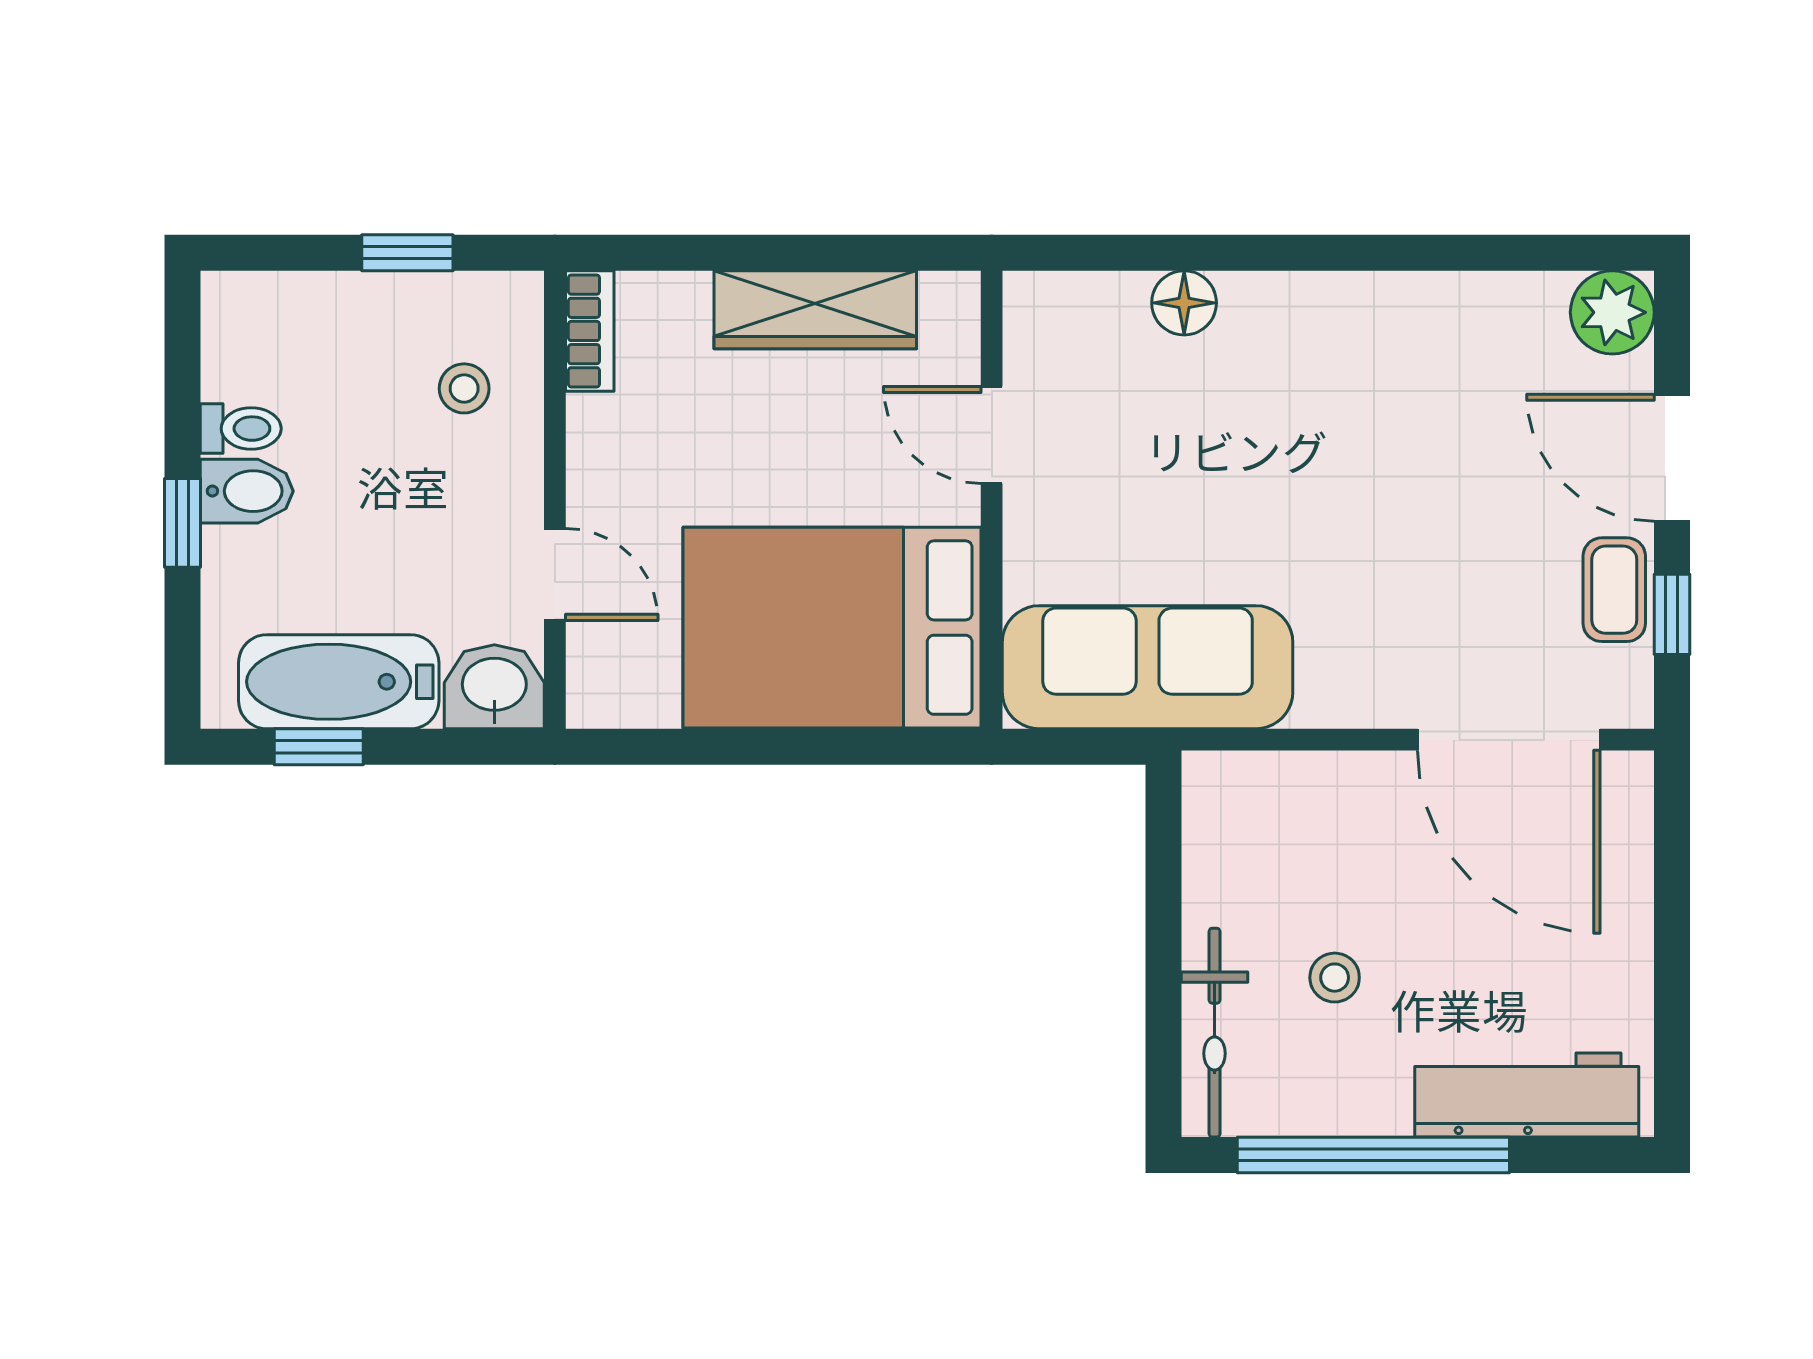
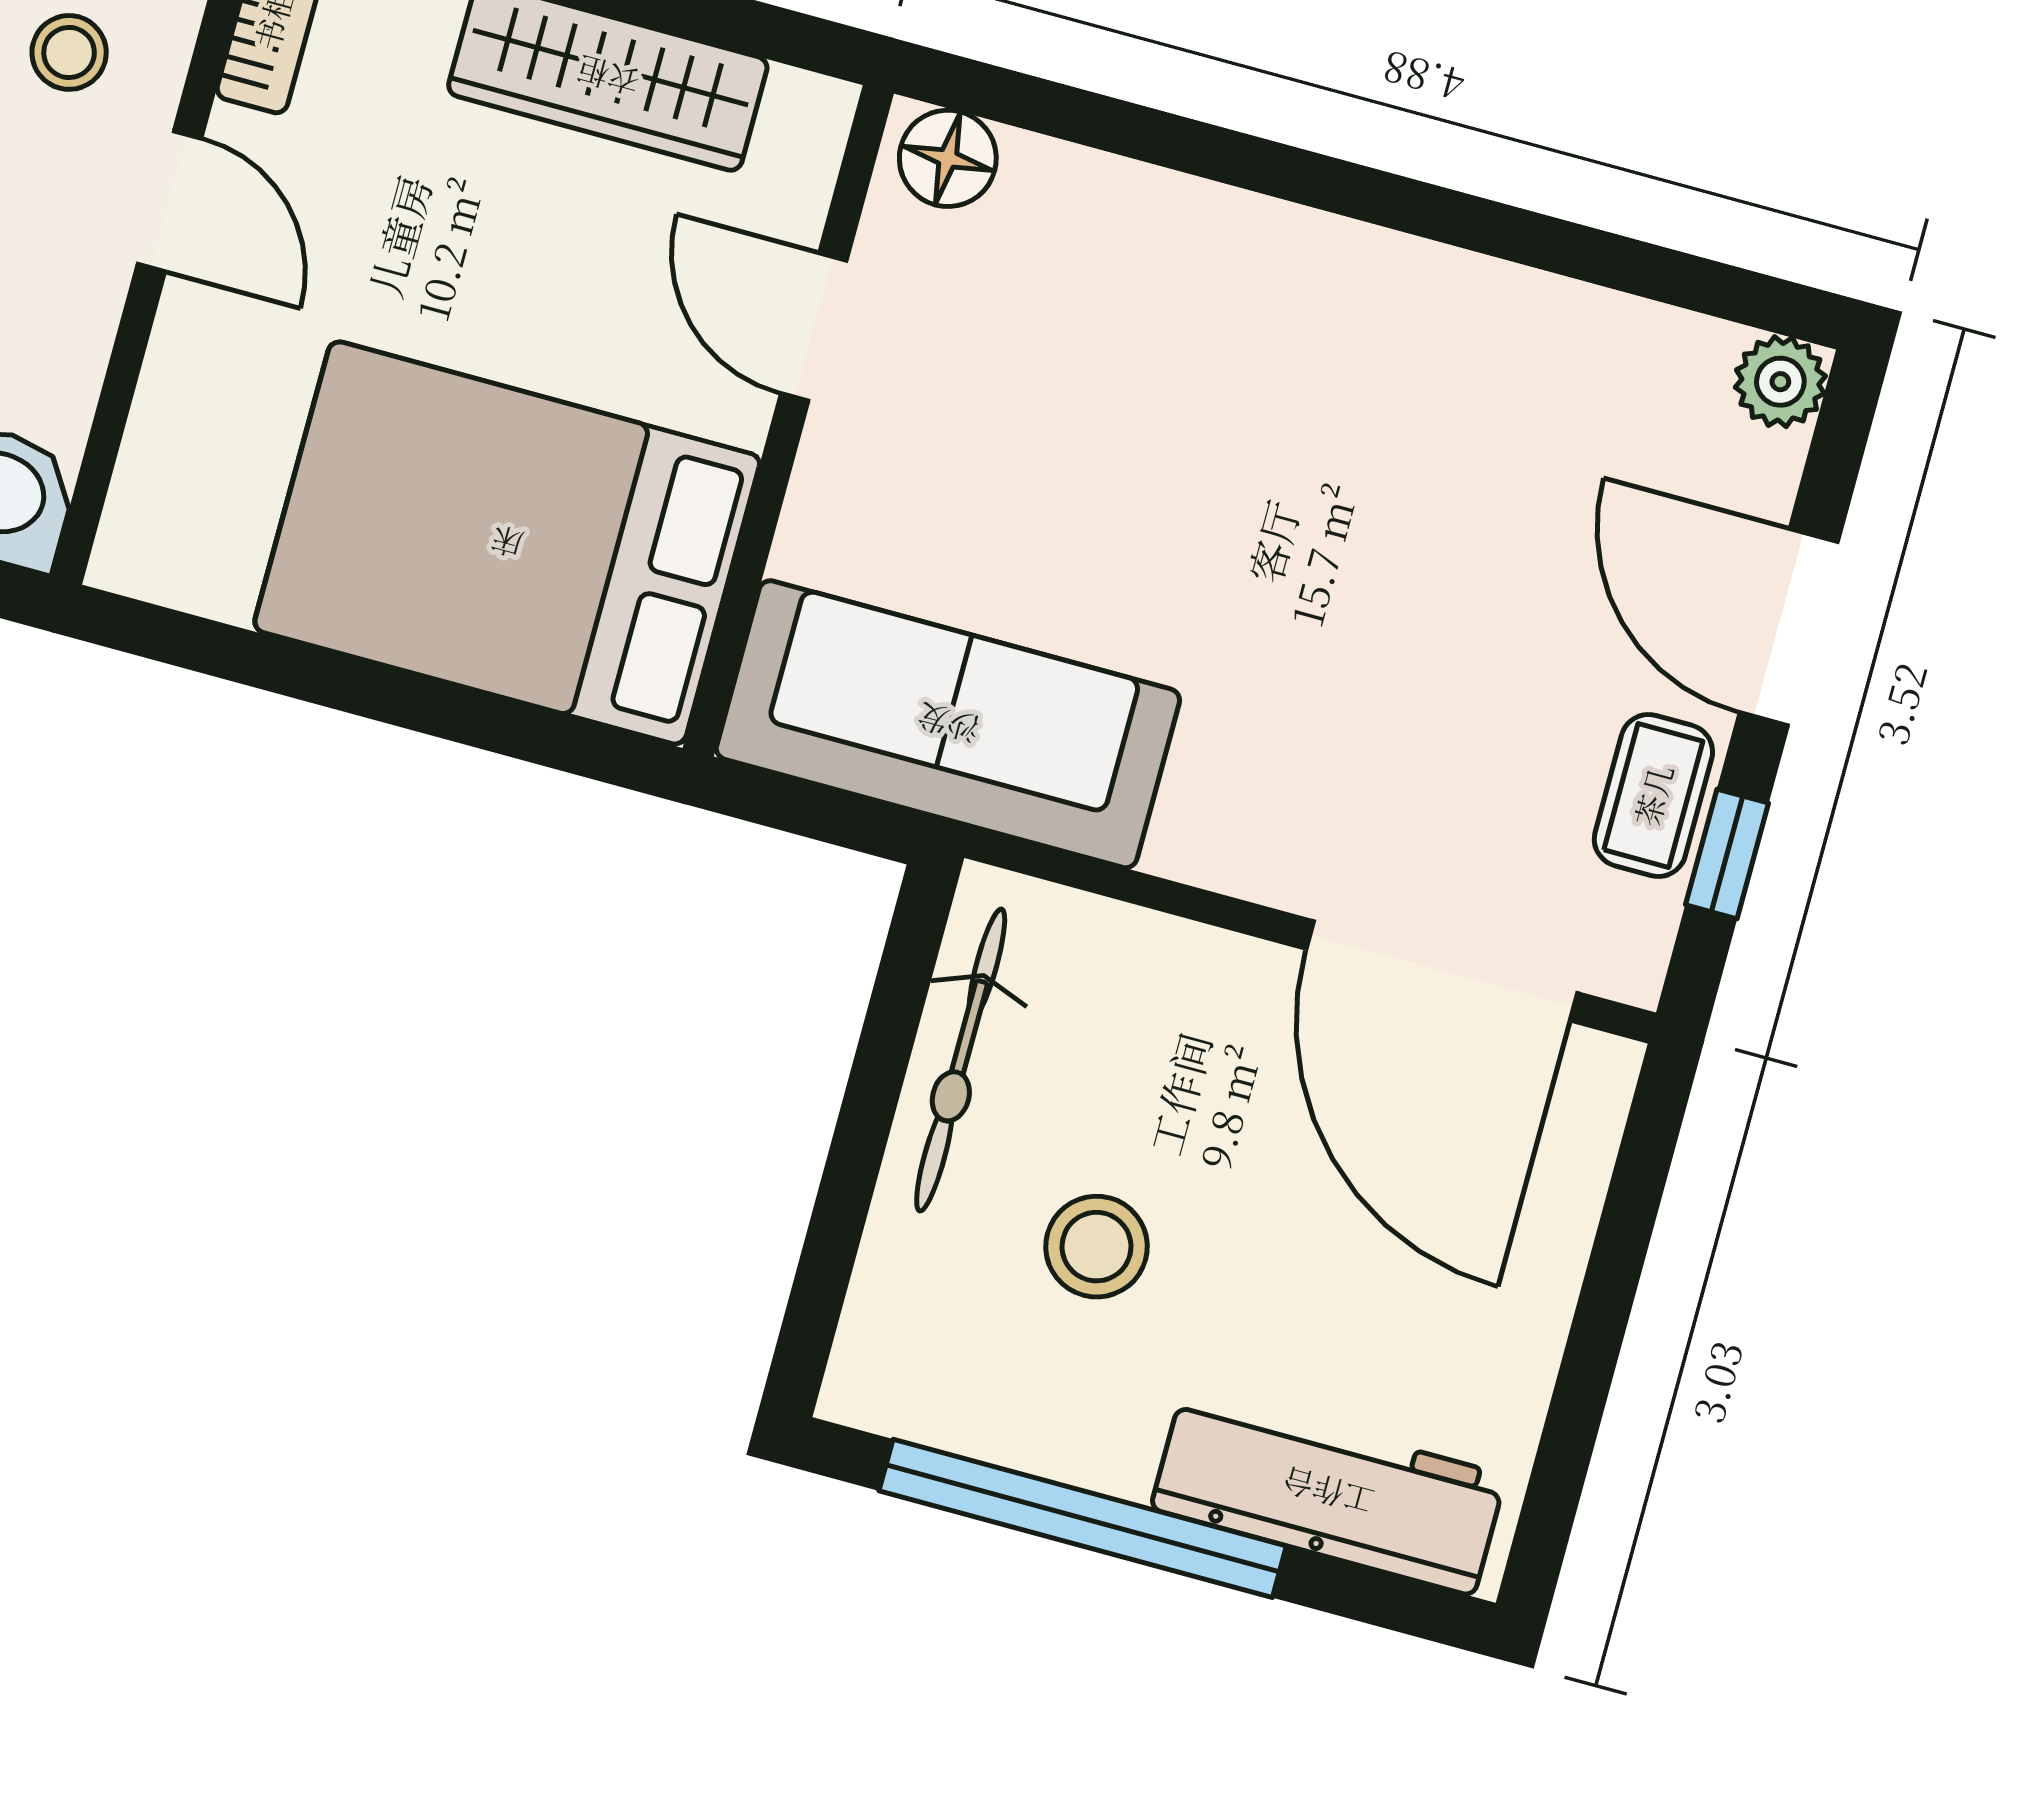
floor lamp: (1184, 303) -> (948, 158), moved
plant: (1612, 312) -> (1780, 382), width x0.73, depth x0.73
door: (555, 574) -> (170, 201), moved
stool: (1335, 978) -> (1097, 1247), width x1.37, depth x1.37
bicycle: (1215, 1033) -> (961, 1060), moved

